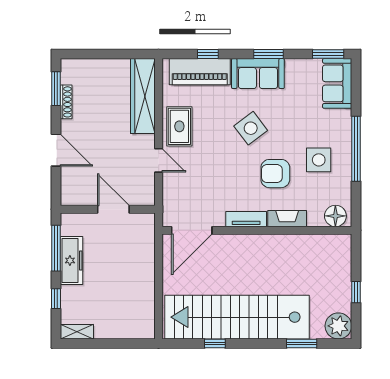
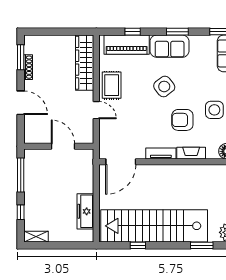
freezer: (72, 260) -> (85, 211), moved, turned 180

